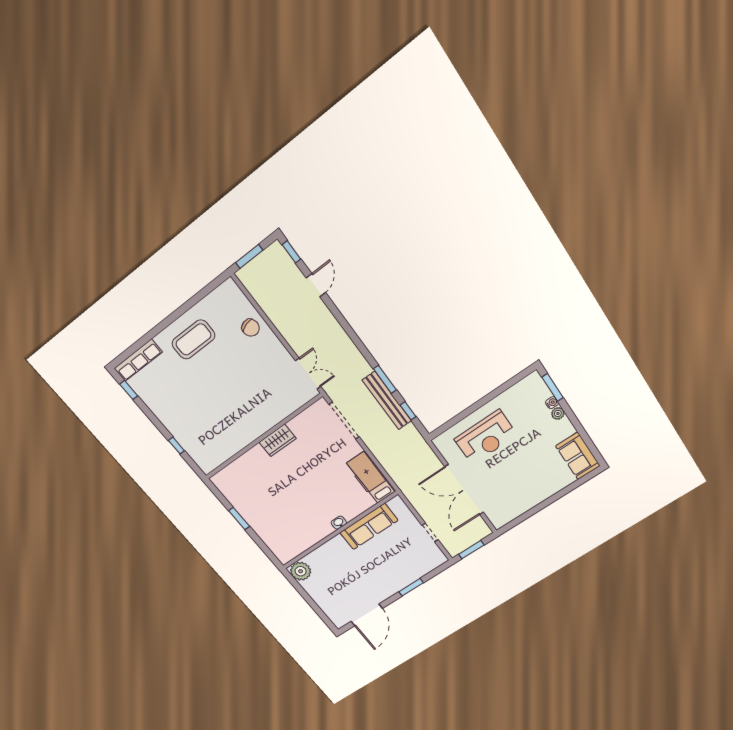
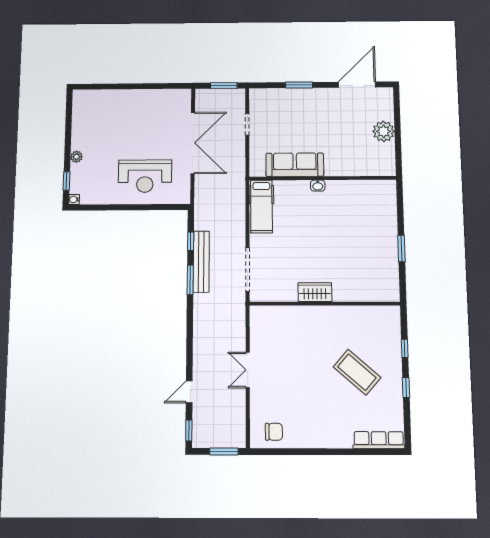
chair: (251, 328) -> (274, 432), moved, turned 105
coffee table: (193, 339) -> (357, 372), moved, turned 41
double door: (308, 374) -> (248, 370), moved
window: (553, 387) -> (67, 181), width x0.67
window: (129, 390) -> (406, 388), moved
water cooler: (552, 403) -> (74, 199), moved
reception desk: (486, 437) -> (145, 176), turned 180
sofa: (578, 456) -> (84, 110), removed
plant: (301, 571) -> (384, 131), moved

